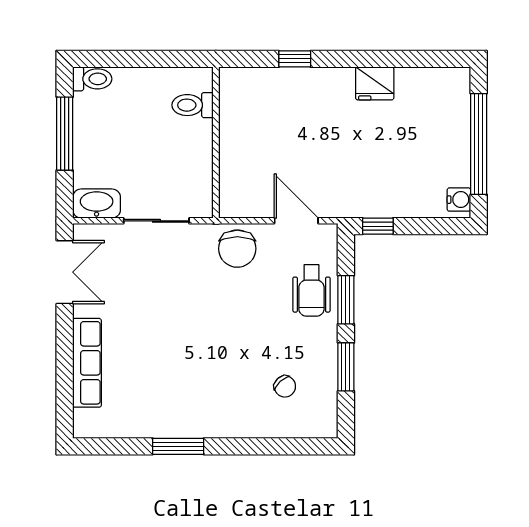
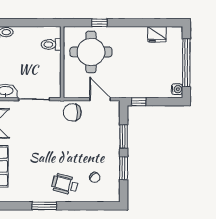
fridge: (375, 83) -> (157, 34), moved
round table: (277, 121) -> (91, 52), added
chair: (237, 249) -> (72, 112), turned 90
wheelchair: (311, 290) -> (65, 184), moved, turned 105

